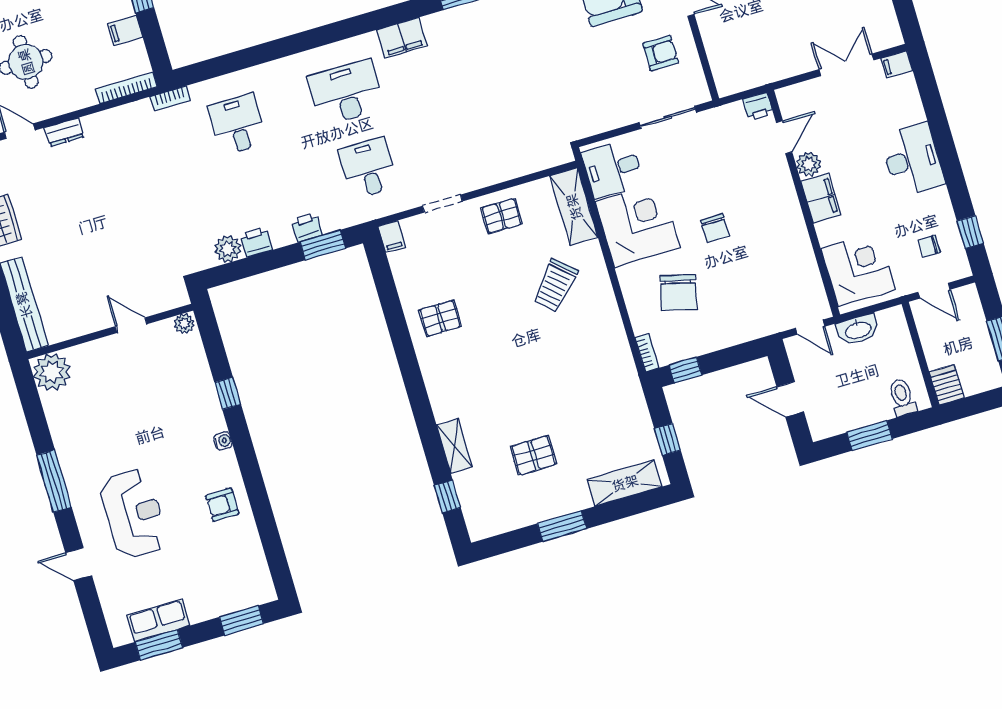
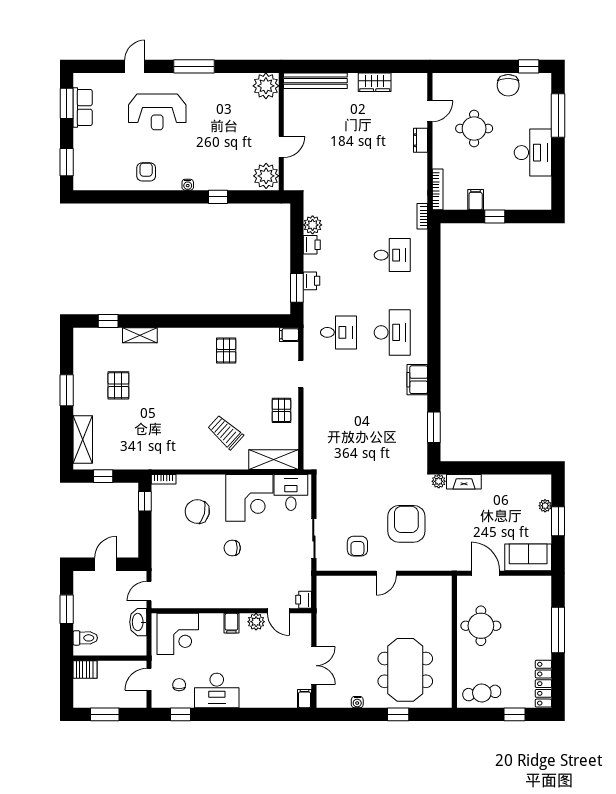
desk: (912, 160) -> (217, 690), moved
filing cabinet: (821, 198) -> (231, 623), width x0.50
plant: (184, 324) -> (266, 176), width x1.88, depth x1.88

